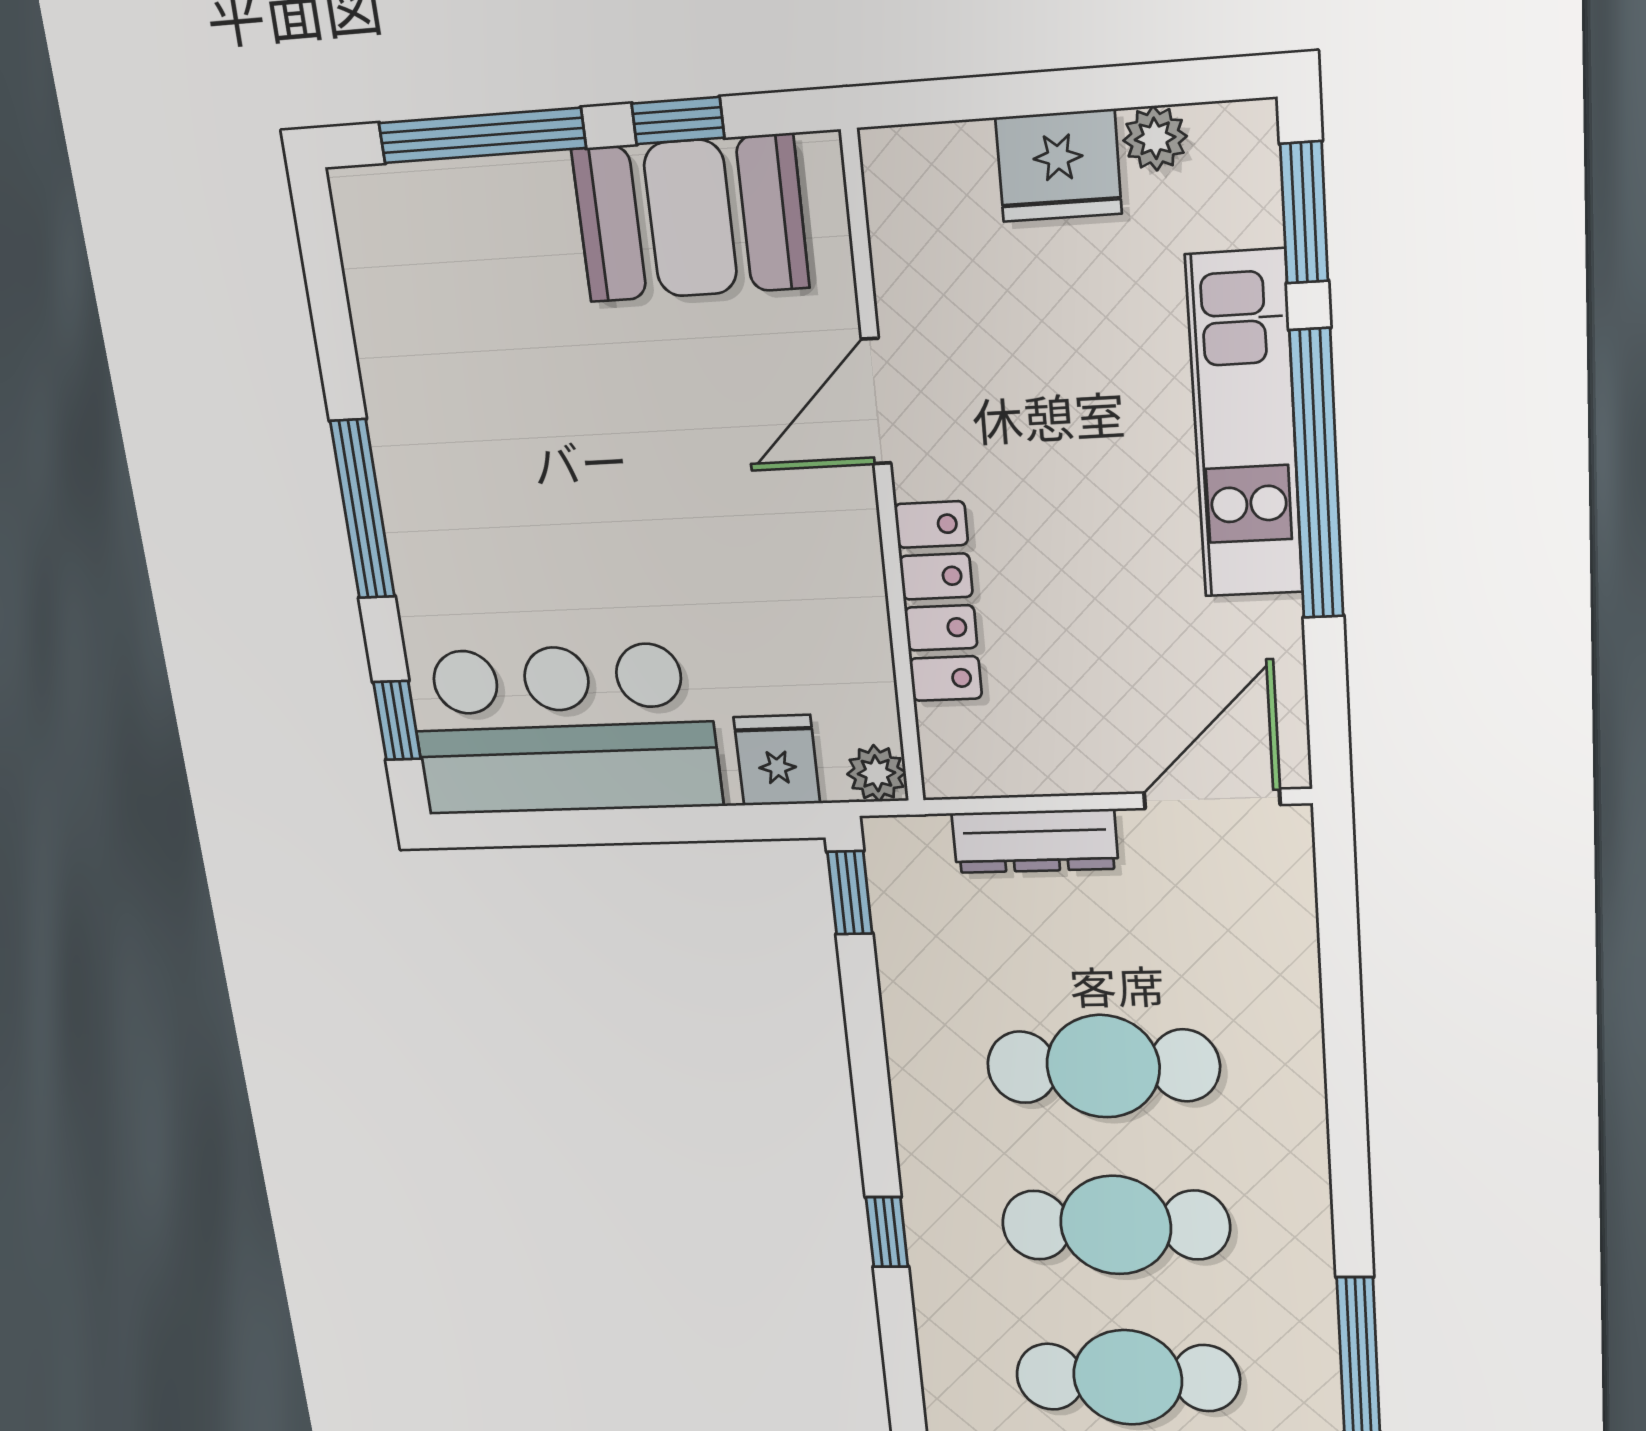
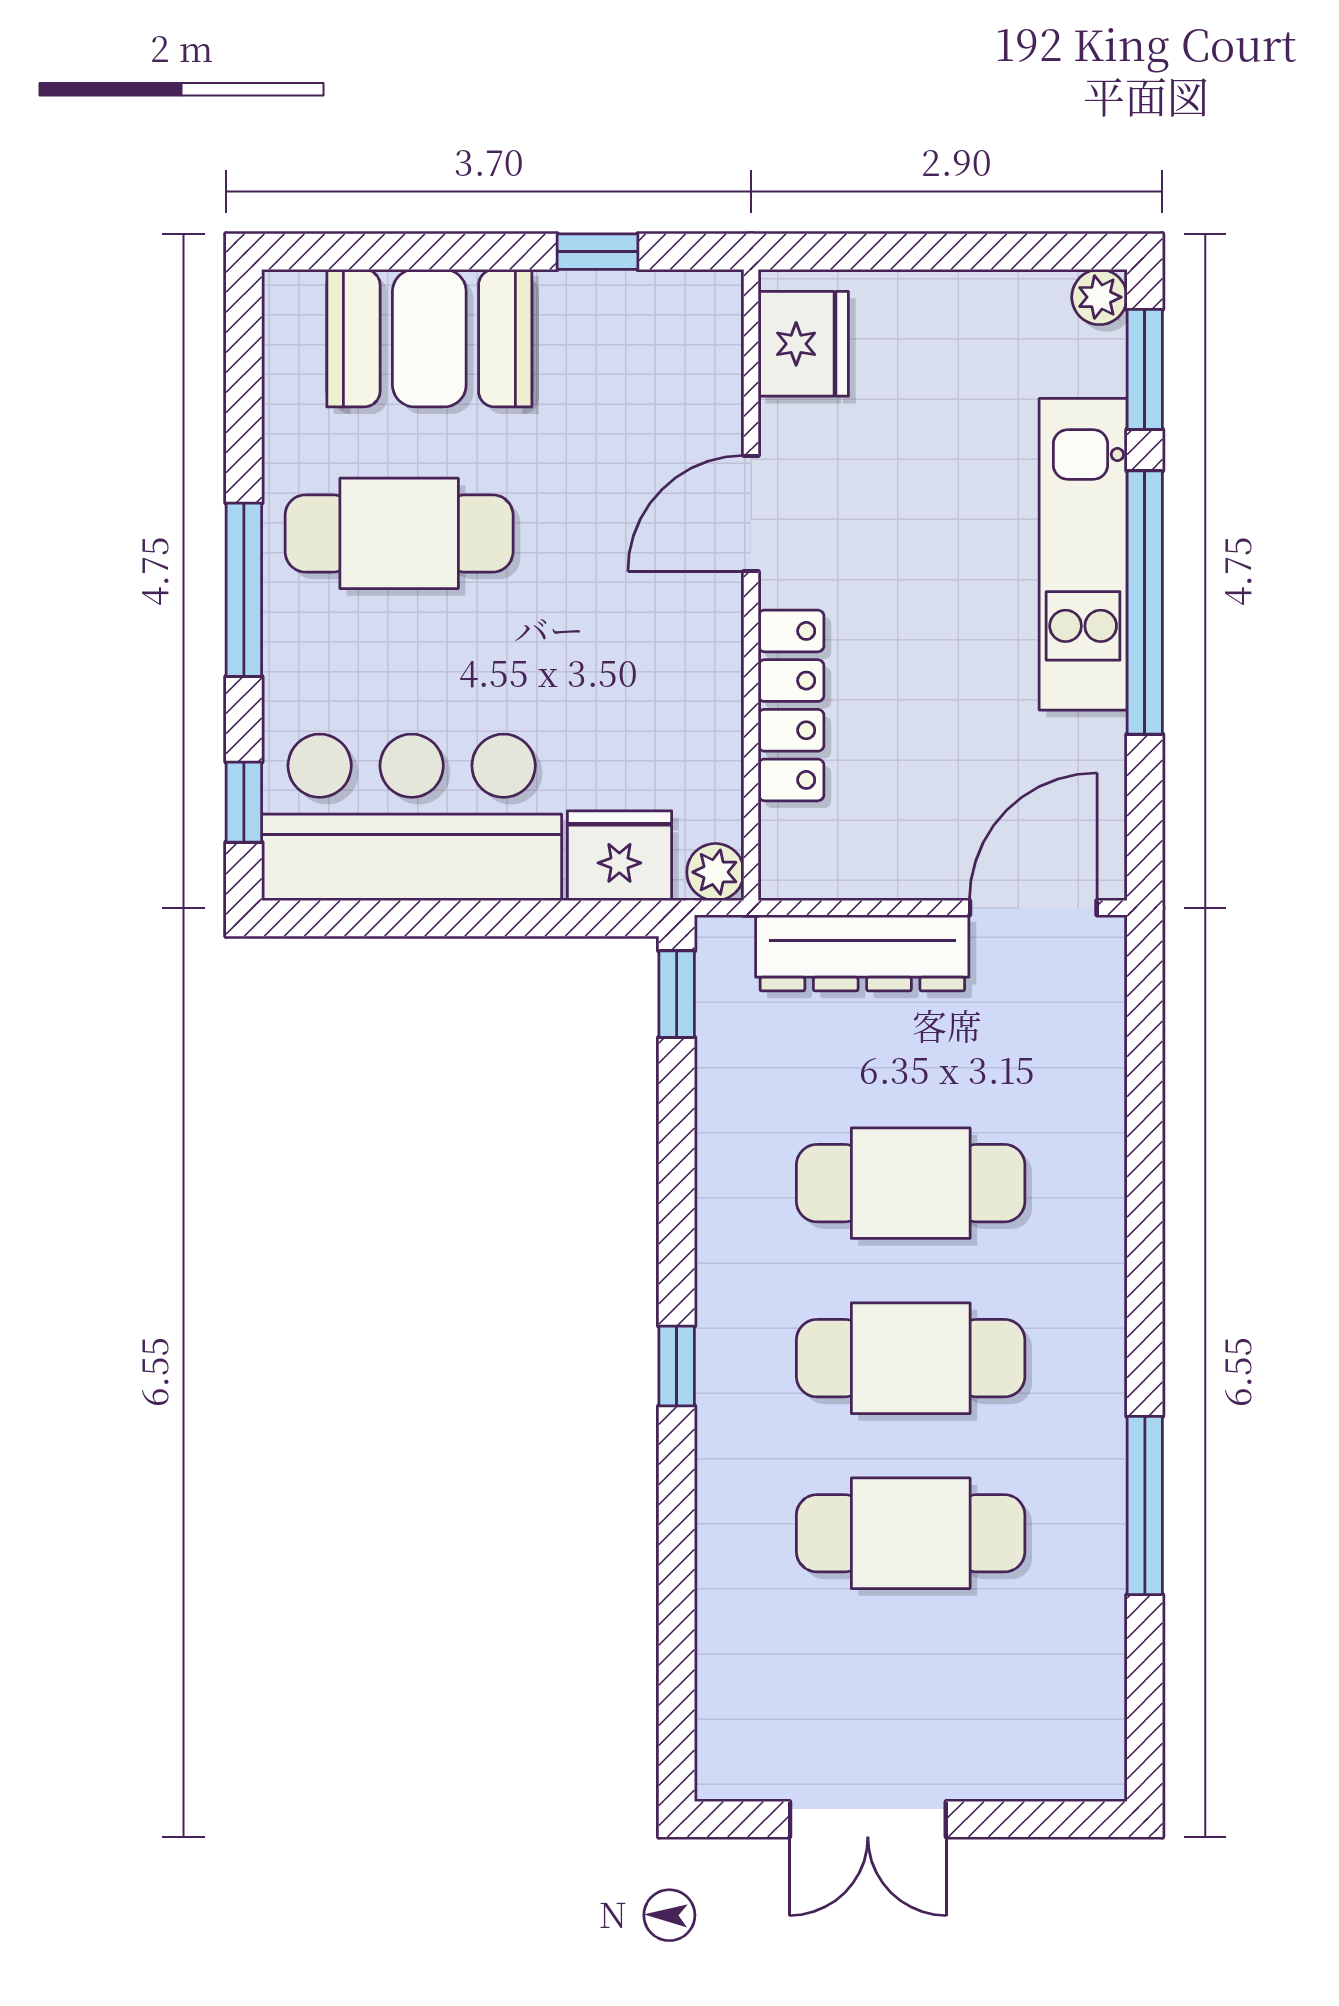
window: (482, 135) -> (415, 252), removed
plant: (1155, 138) -> (1099, 297), moved
fridge: (1059, 166) -> (803, 344), moved, turned -90
booth: (690, 218) -> (429, 338), moved
cafe table: (510, 443) -> (399, 533), added
fridge: (777, 760) -> (619, 856), width x1.38
dresser: (1035, 841) -> (862, 953), width x1.37, depth x1.24

